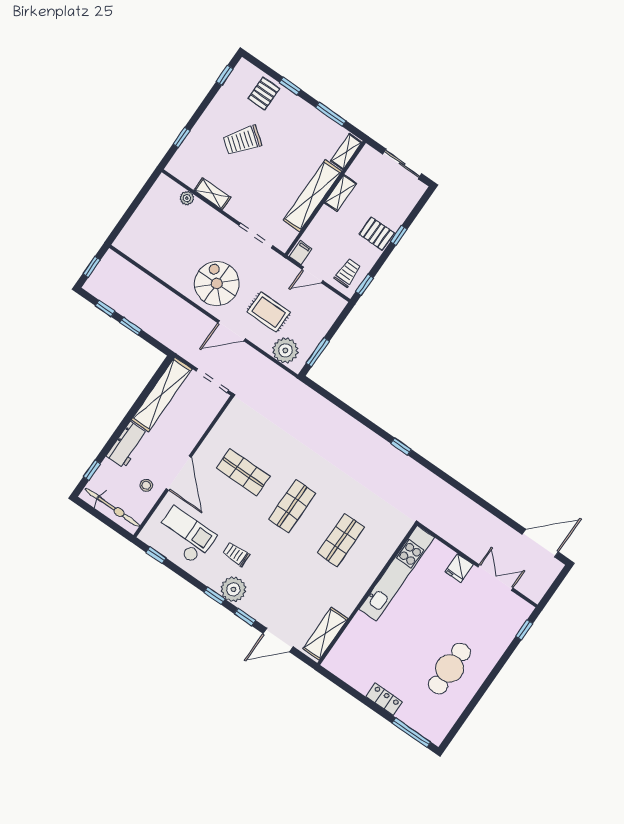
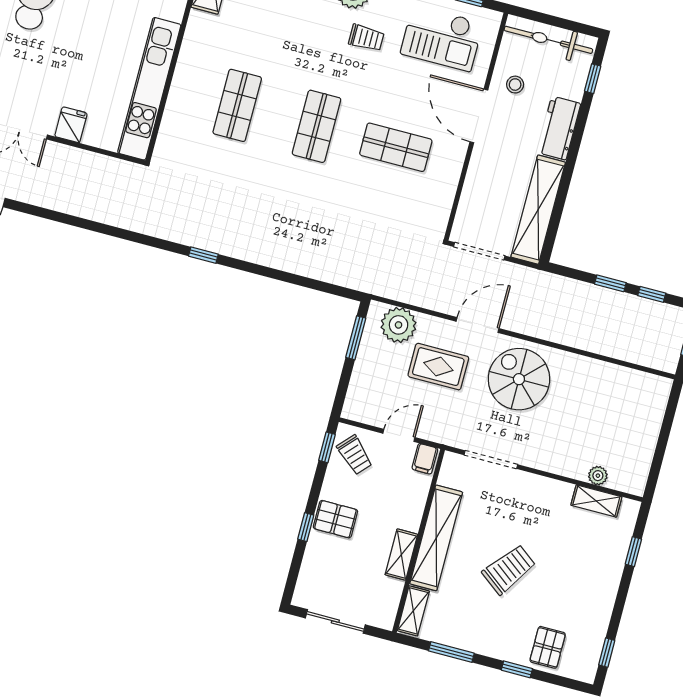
trolley: (242, 140) -> (509, 569), moved
shelving: (212, 194) -> (596, 501), moved
trolley: (348, 273) -> (355, 455), turned -47
spiral stairs: (217, 283) -> (519, 379), turned 180

